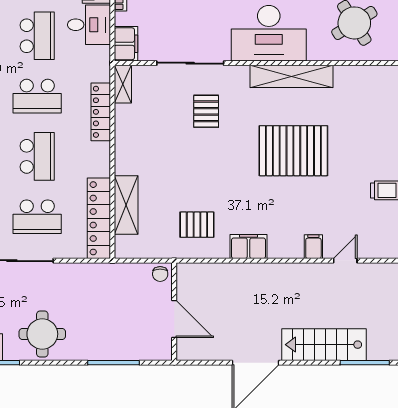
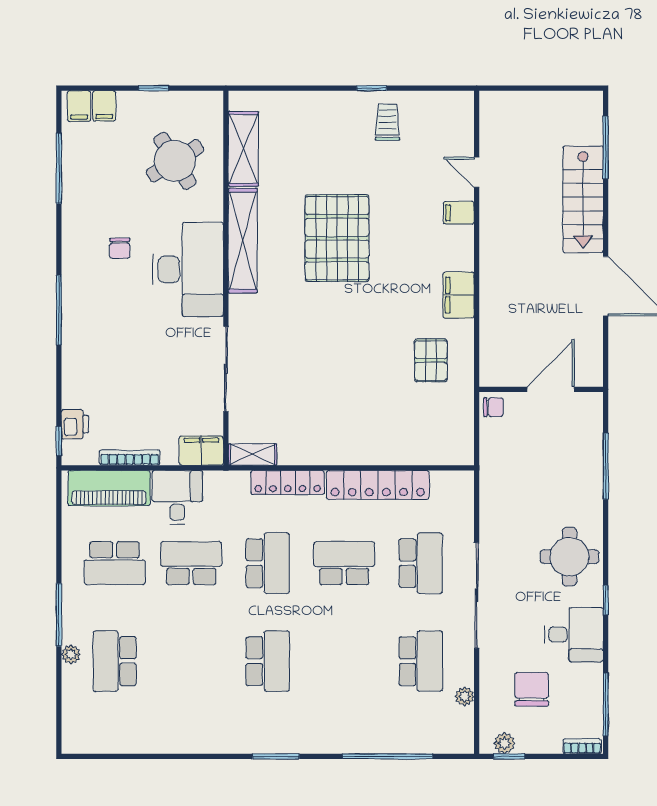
pallet: (206, 111) -> (287, 349), removed
shelving: (126, 205) -> (243, 149), moved, turned 90
locker: (99, 218) -> (378, 485), moved

